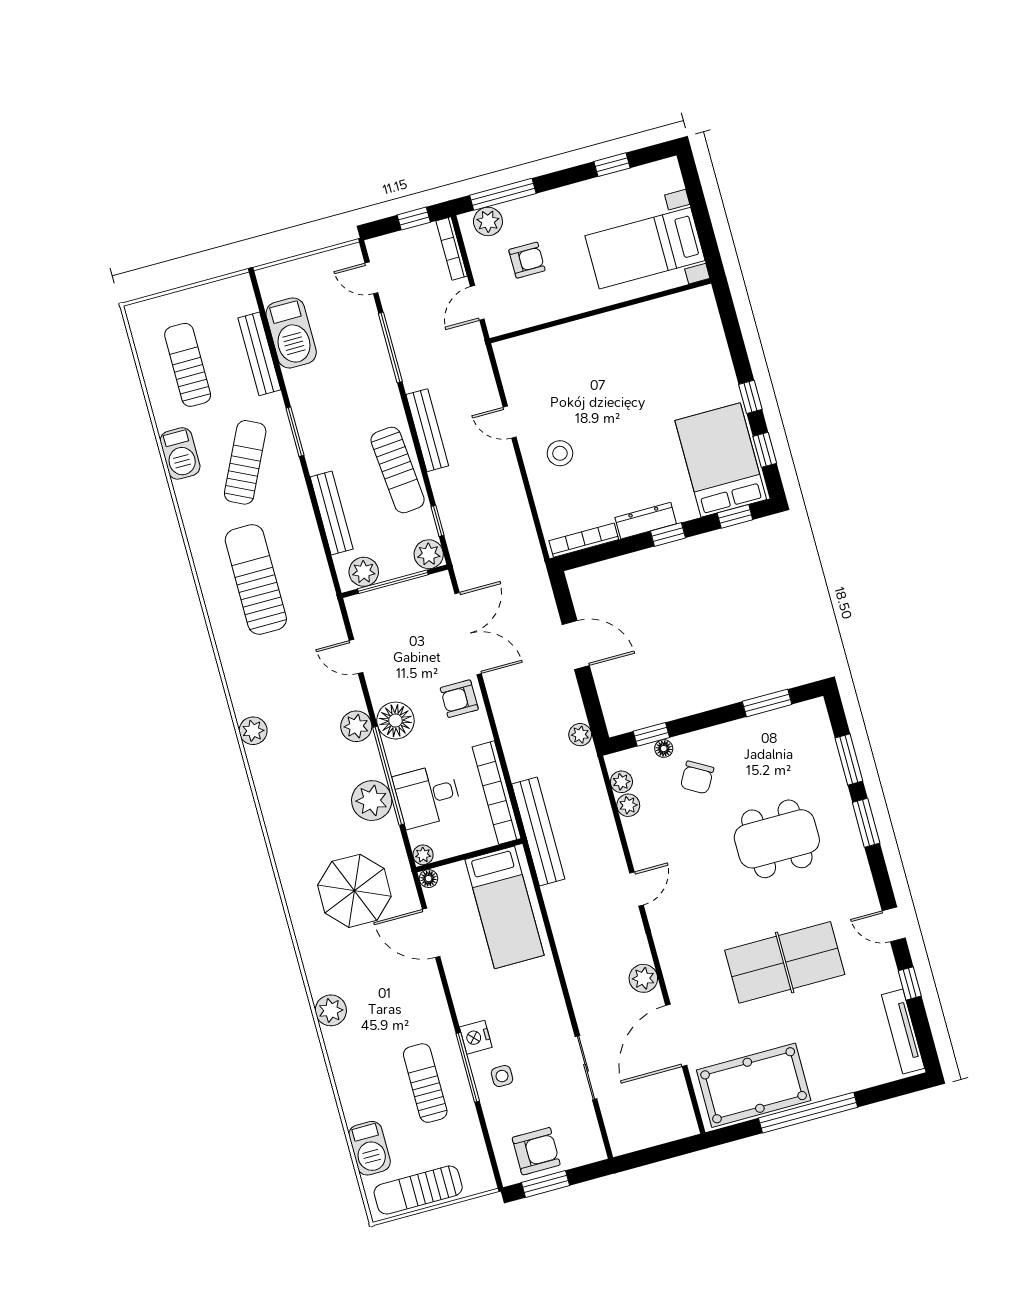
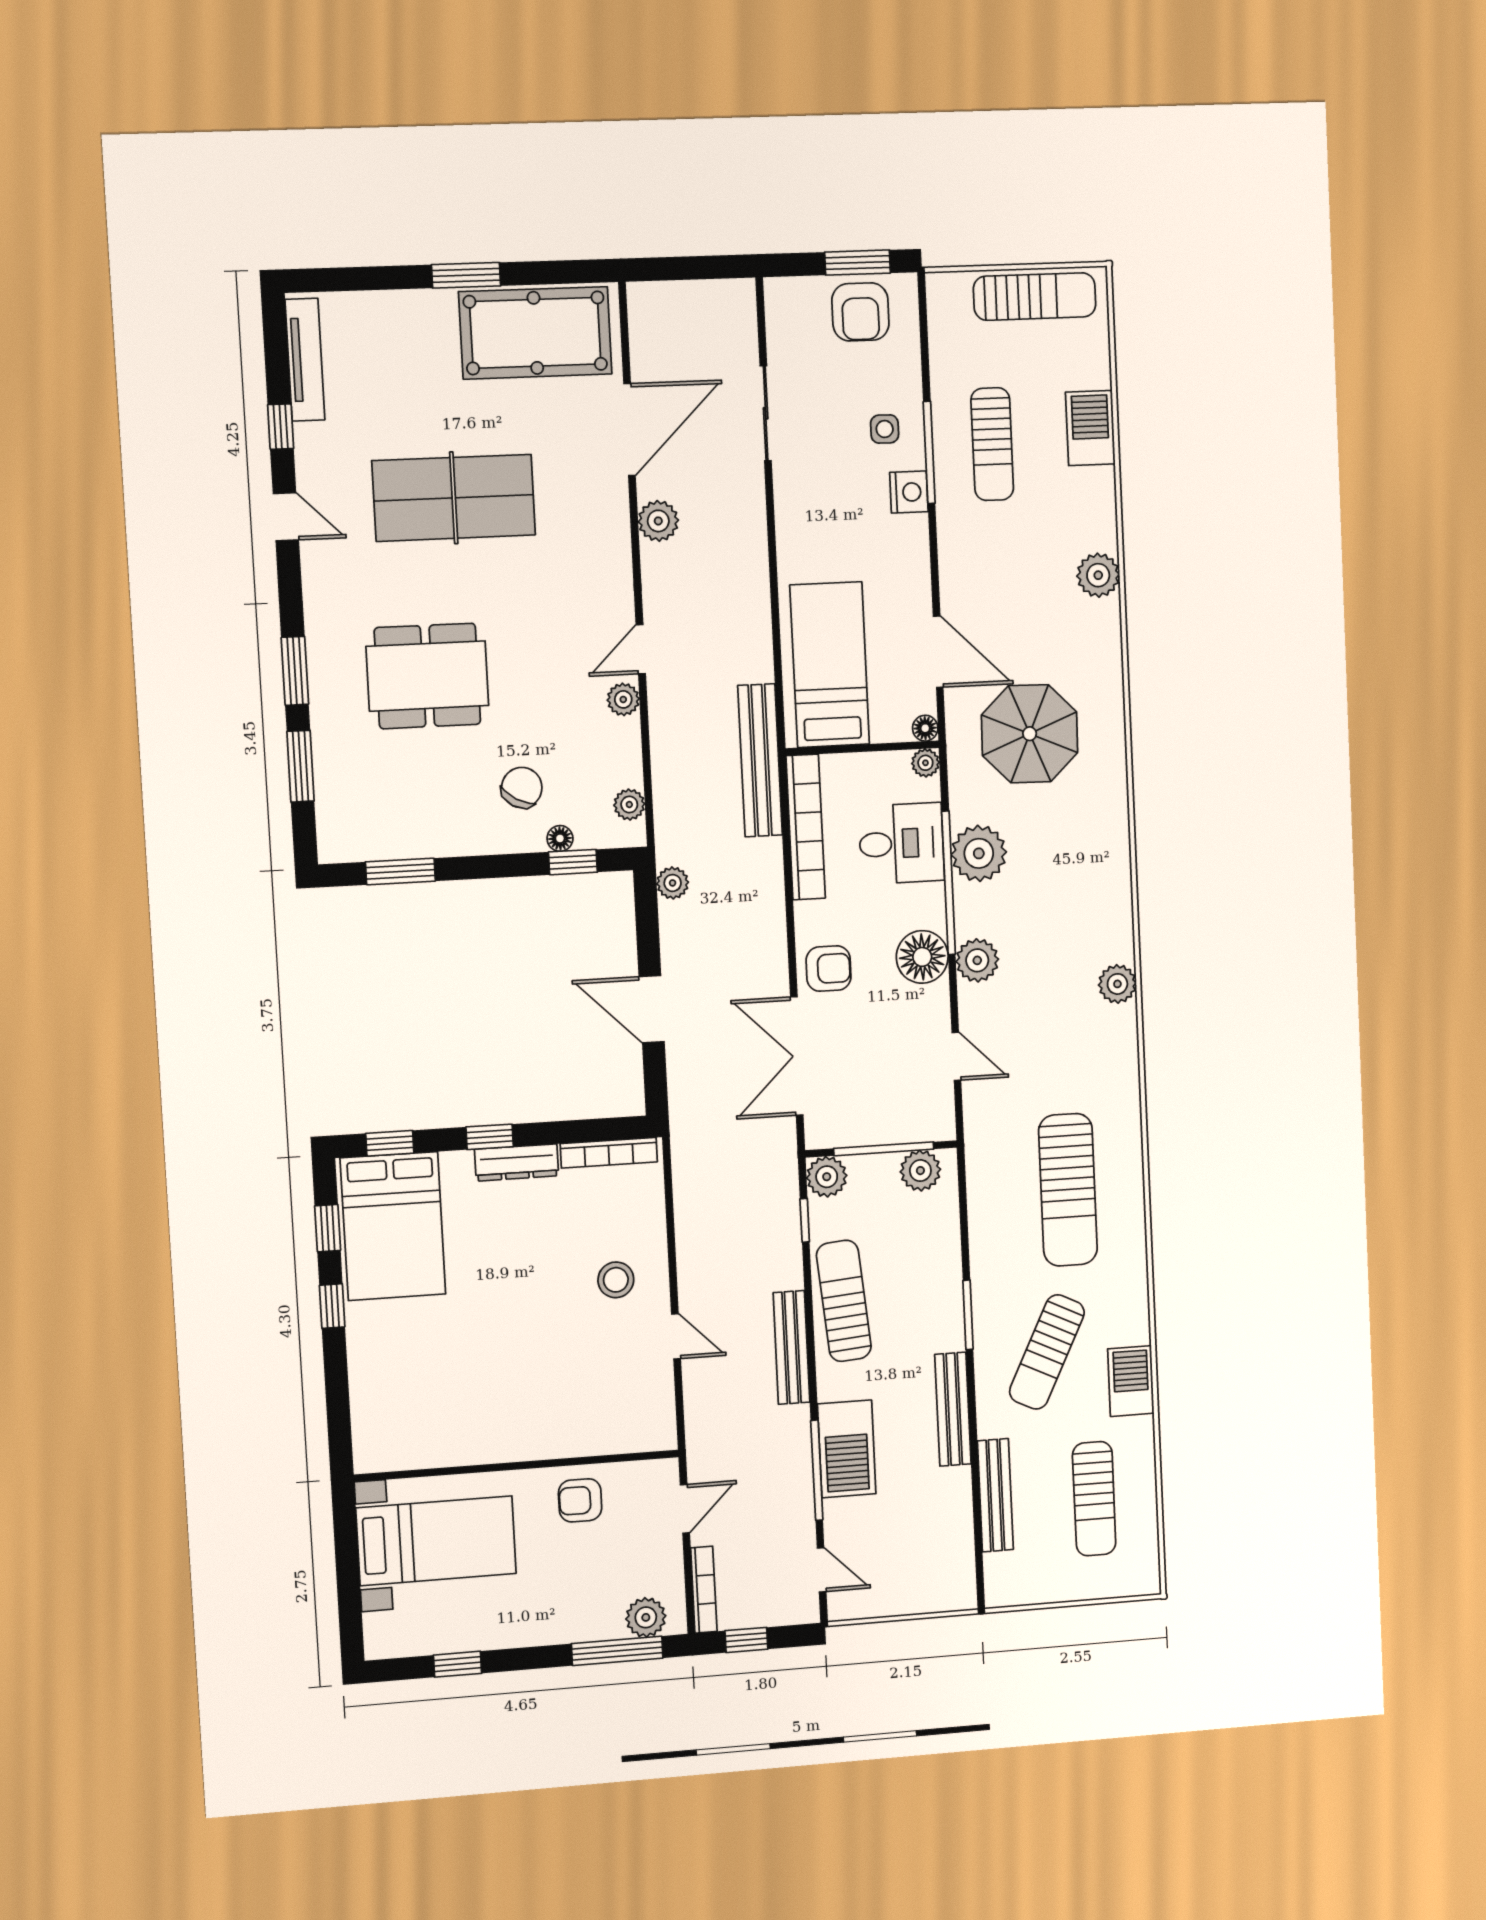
armchair: (527, 260) -> (580, 1500), moved
barbecue: (291, 333) -> (847, 1449), moved, turned 180
window: (295, 432) -> (968, 1315), moved
bench: (332, 513) -> (953, 1409), moved
plant: (628, 805) -> (623, 699), moved
window: (808, 1113) -> (466, 275), width x0.47
barbecue: (370, 1148) -> (1090, 428), moved
armchair: (536, 1151) -> (860, 312), turned -90

